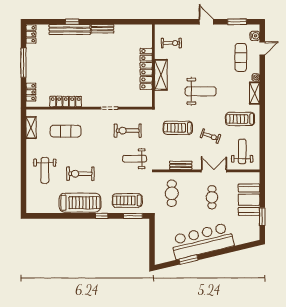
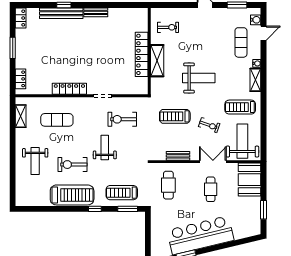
window: (23, 63) -> (13, 48), width x0.69
locker: (66, 102) -> (69, 89), moved
weight bench: (242, 151) -> (242, 141), width x1.36, depth x1.33
weight bench: (135, 159) -> (105, 147), moved, turned 90
booth: (249, 200) -> (250, 180), moved

